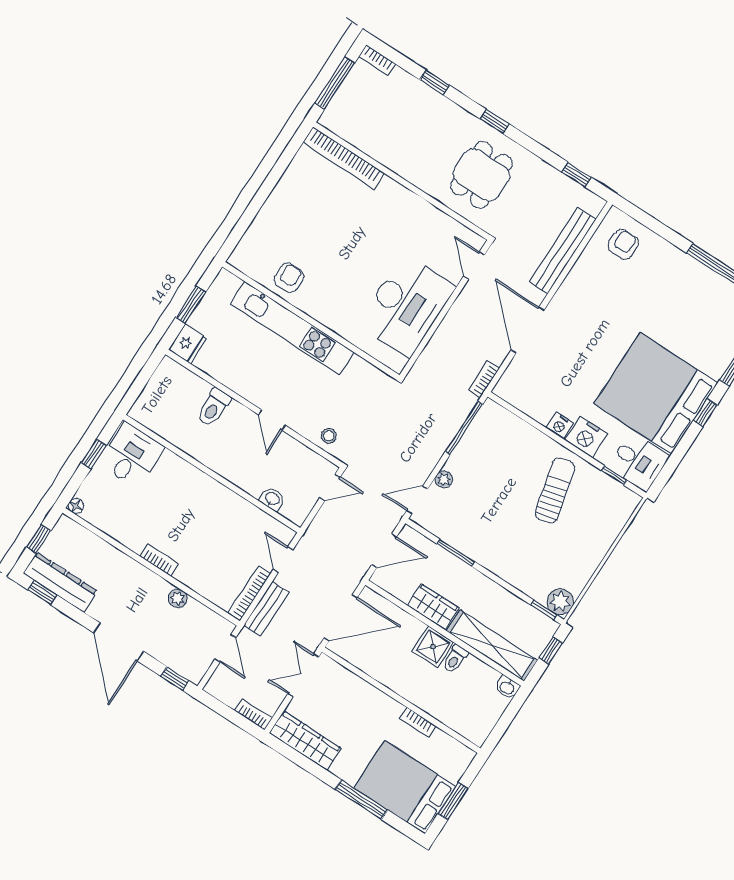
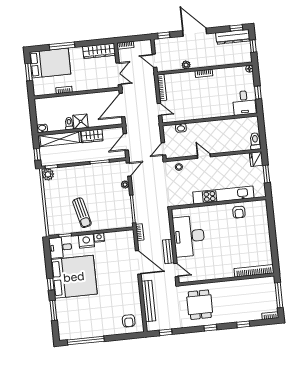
toilet: (214, 407) -> (255, 141), moved
bench: (266, 609) -> (168, 251), moved

